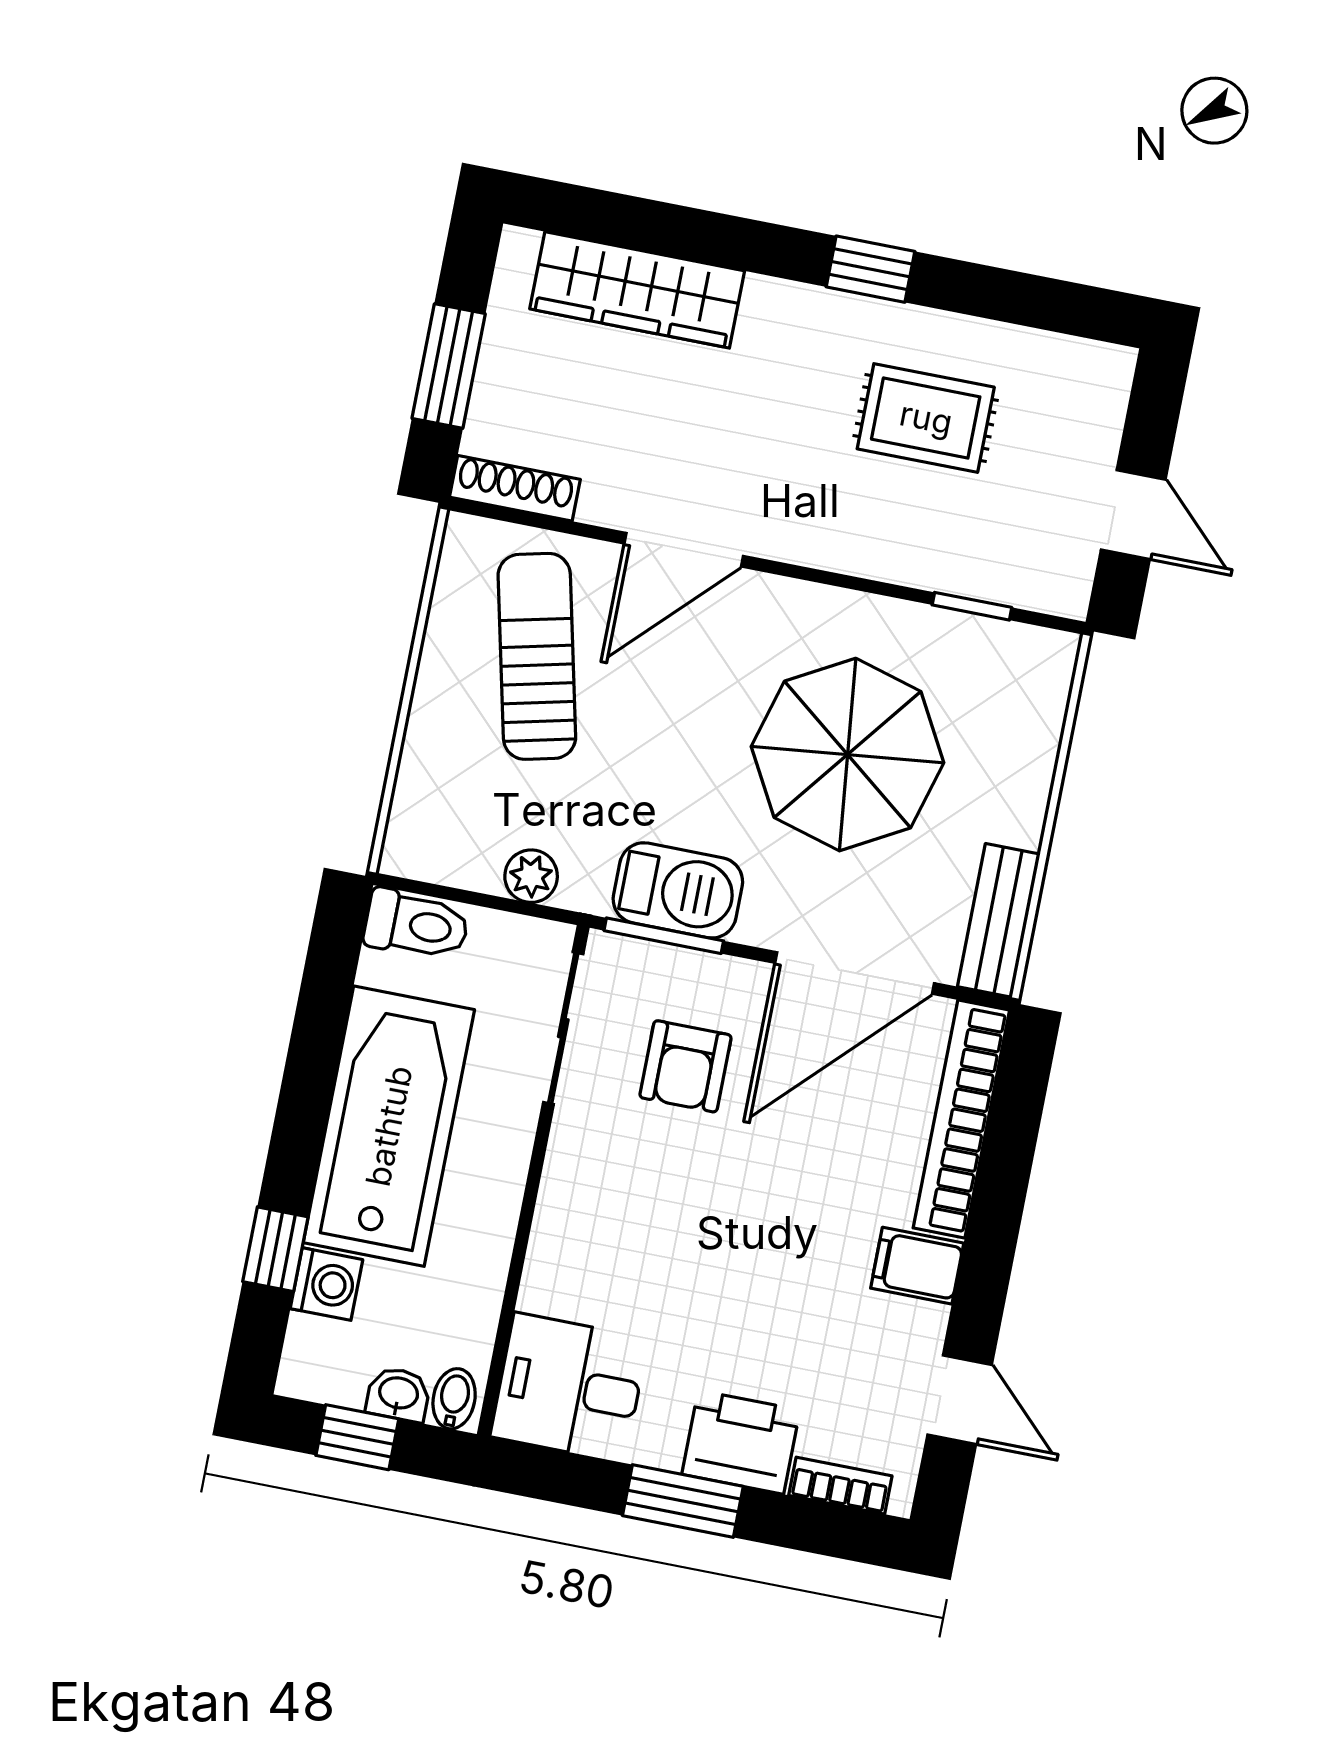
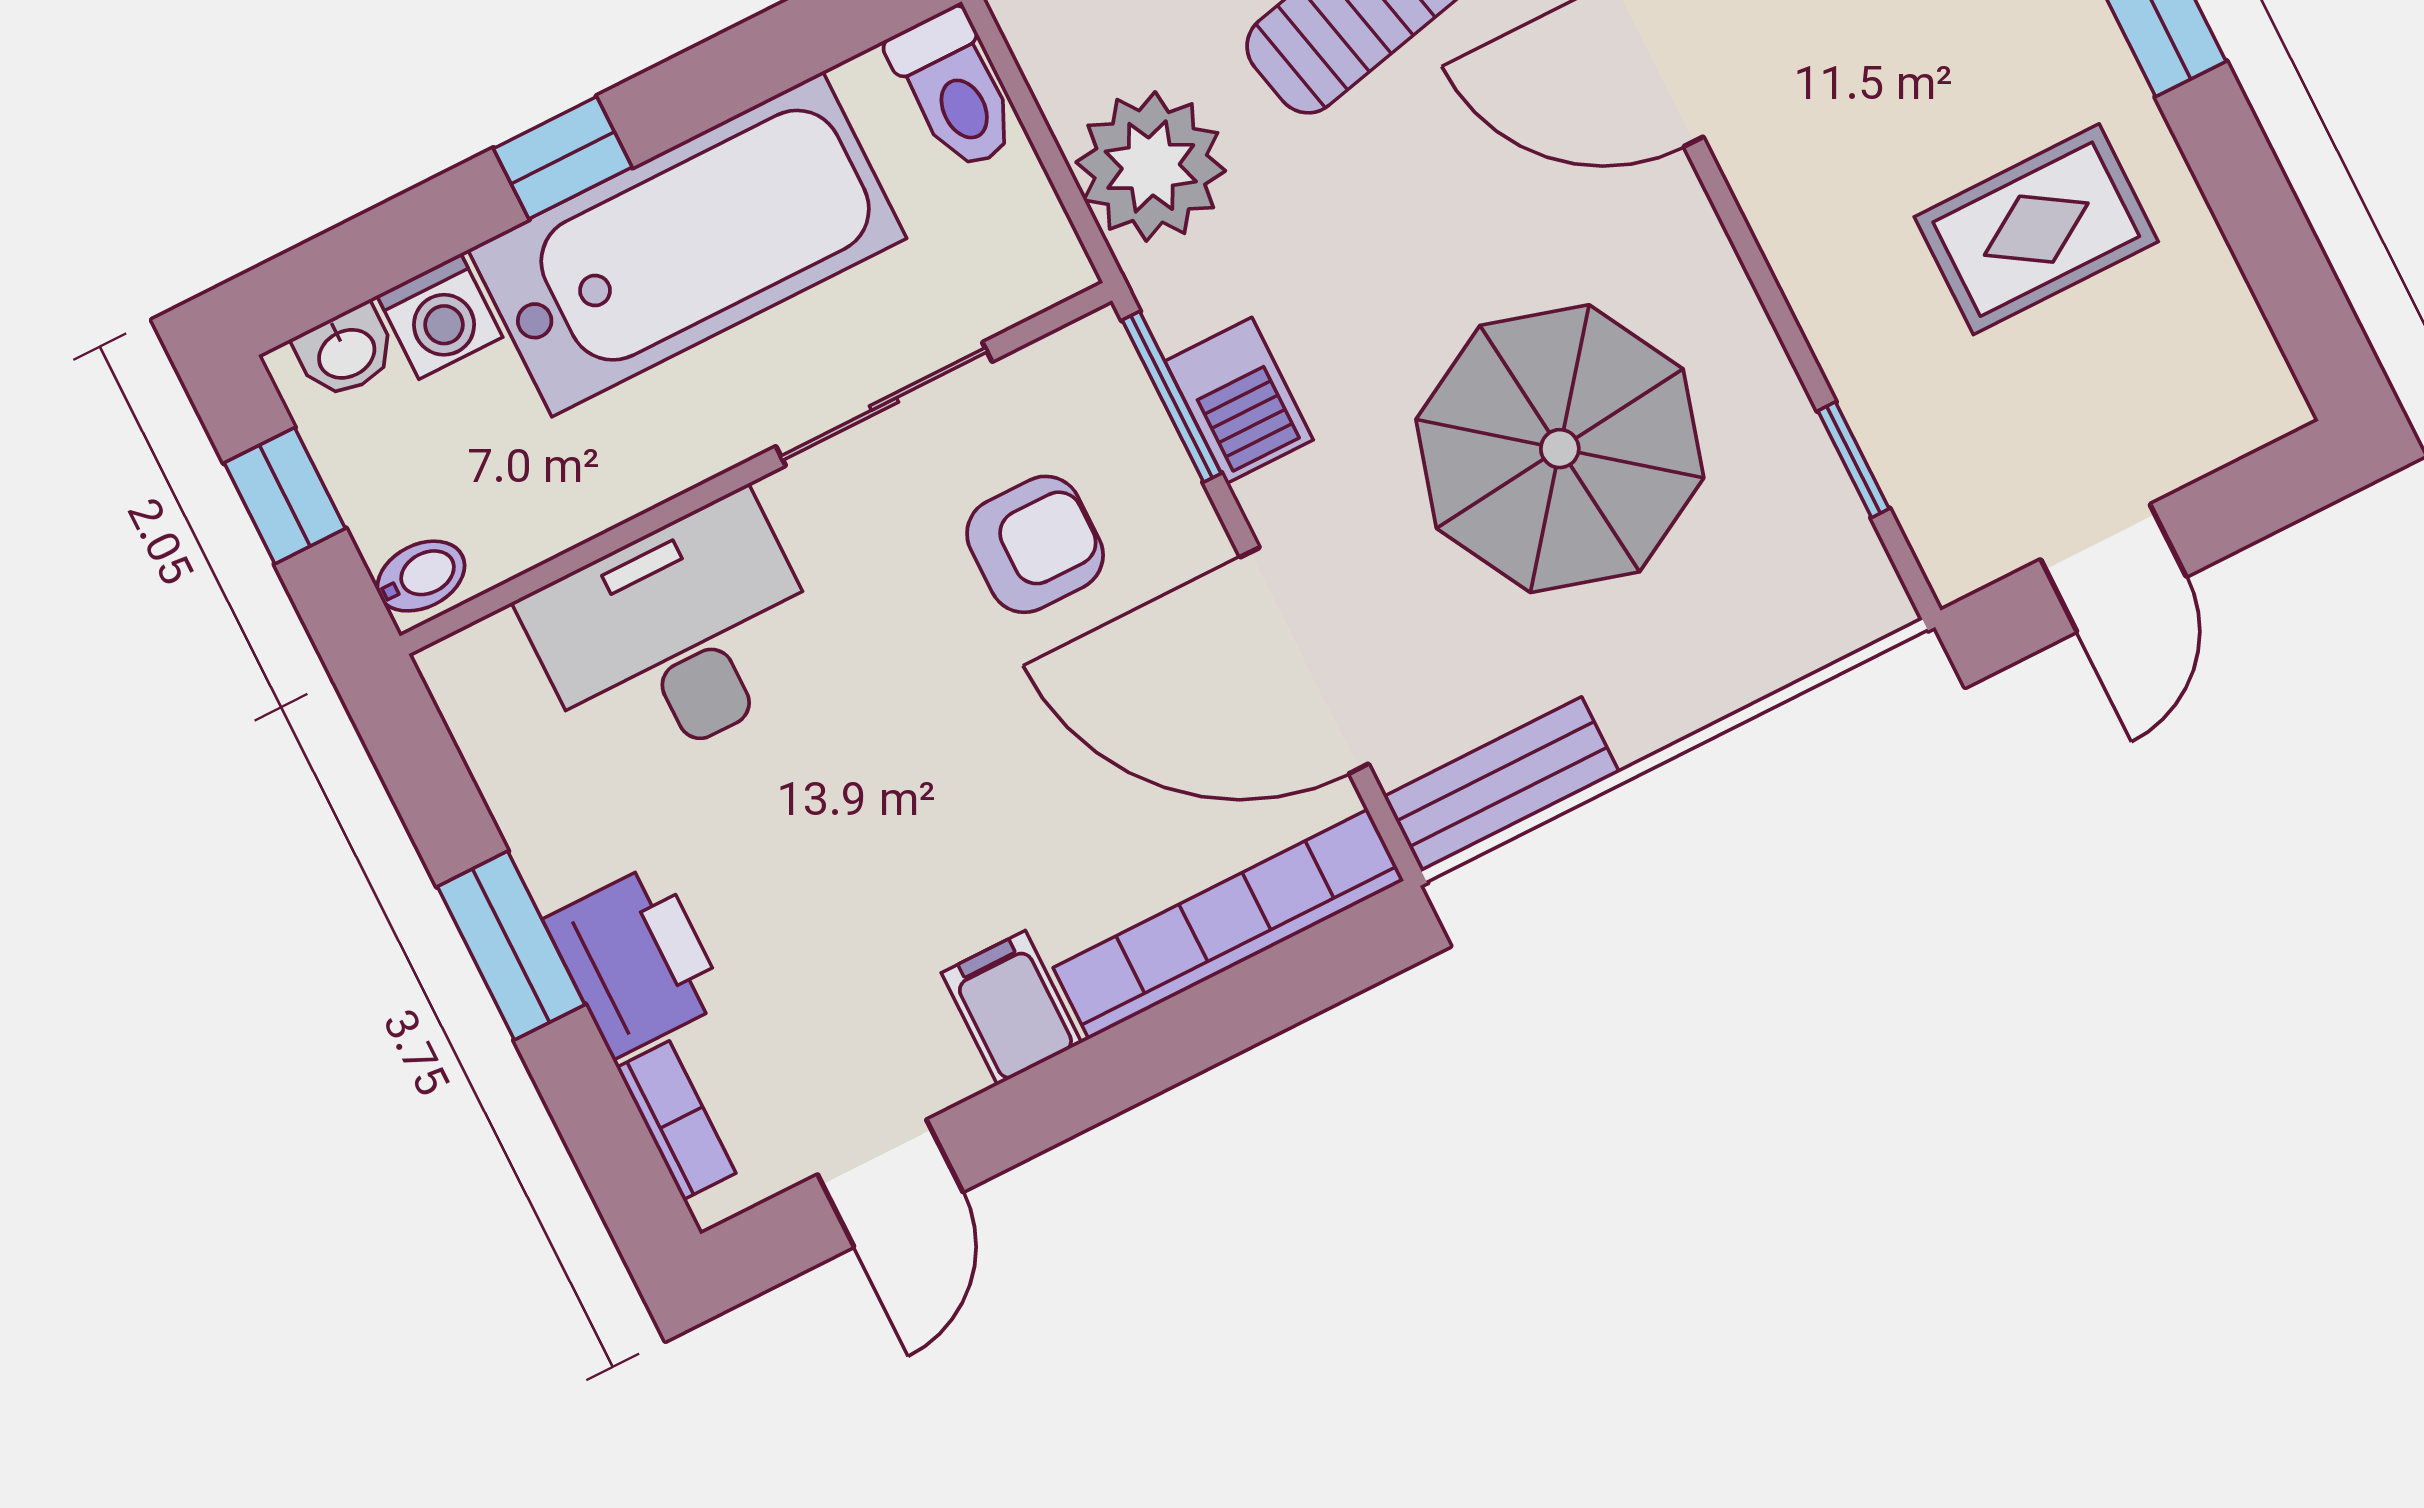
rug: (926, 418) -> (2036, 229), turned 90
plant: (531, 876) -> (1151, 166), width x1.88, depth x1.88
barbecue: (678, 890) -> (1239, 400), width x0.73, depth x0.79
sliding door: (563, 1028) -> (884, 404), moved
armchair: (685, 1066) -> (1035, 544), turned 180
window: (275, 1249) -> (563, 158), moved
desk: (569, 1387) -> (677, 636), moved, width x1.37
washbasin: (398, 1394) -> (346, 352), moved, turned 90

